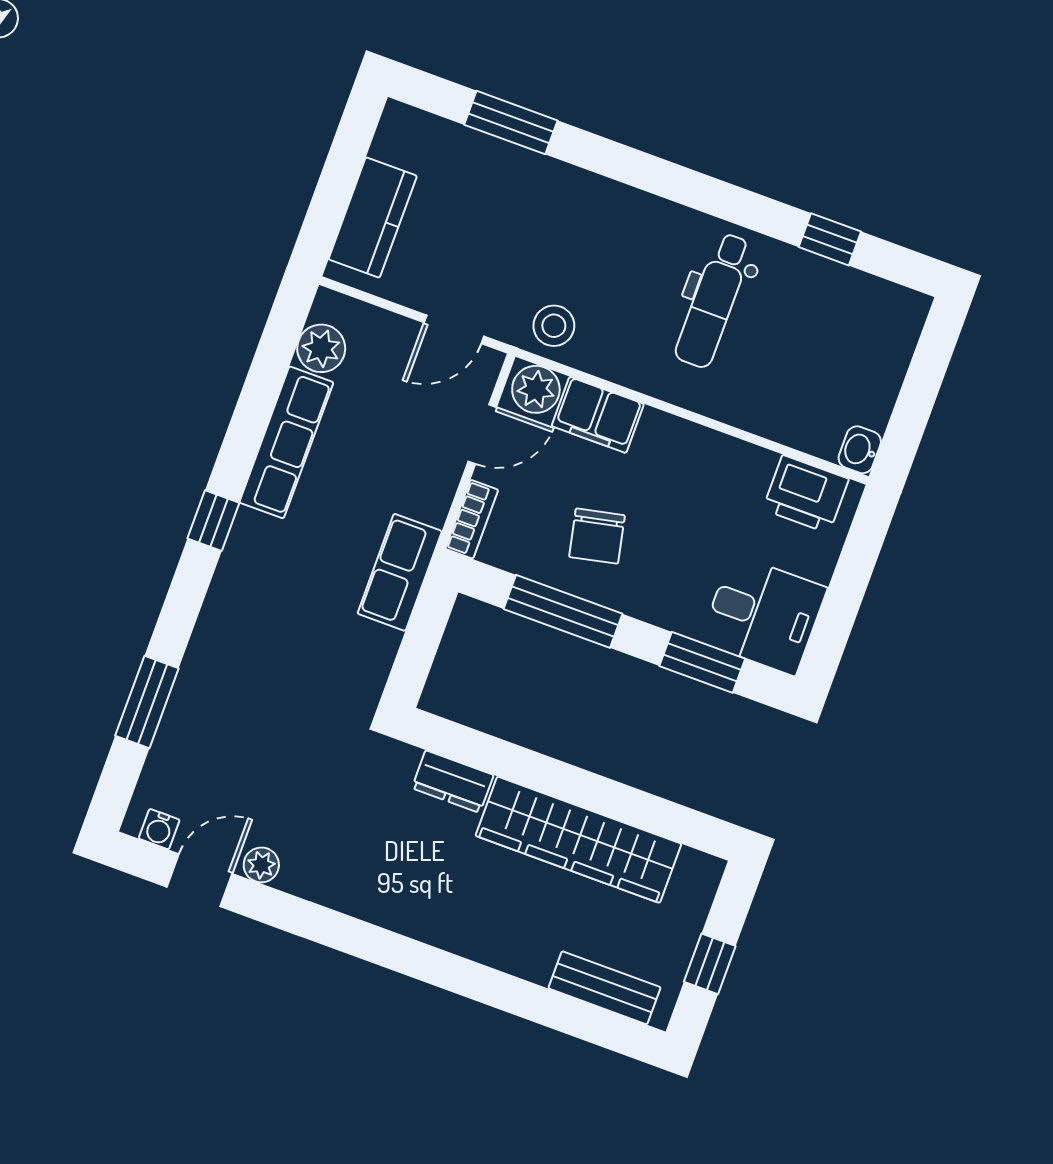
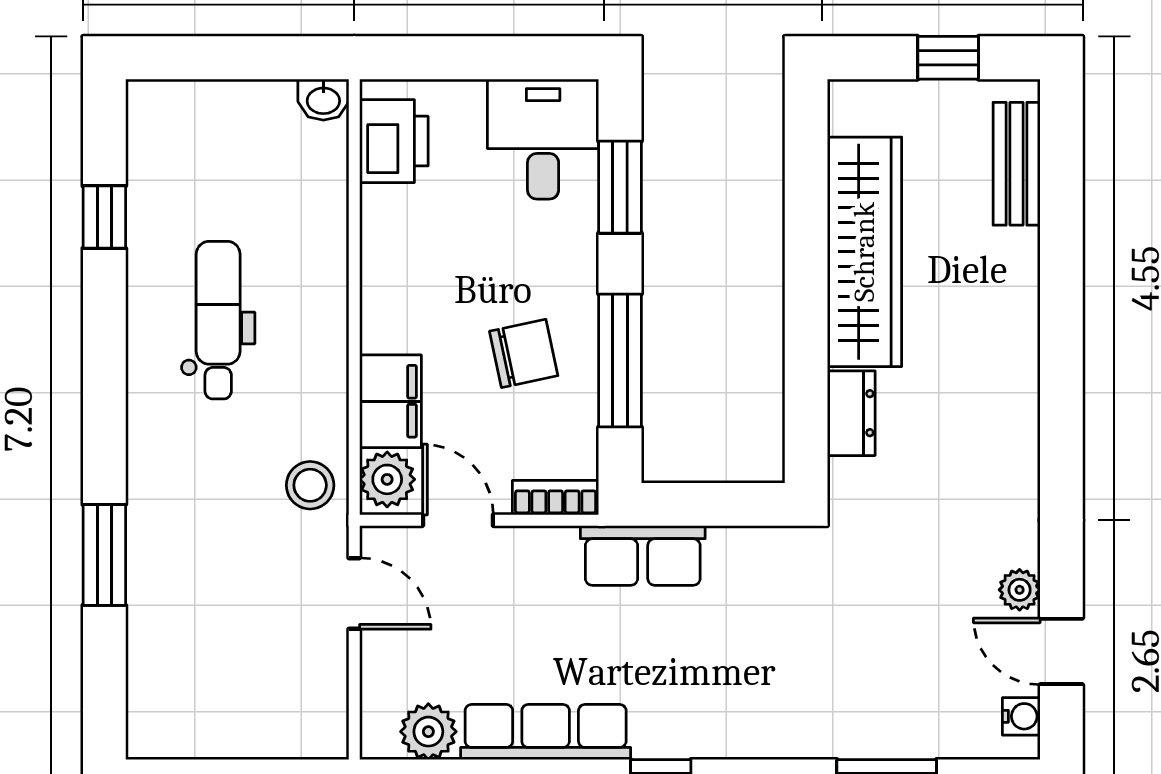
window: (511, 123) -> (104, 555), moved
kitchen counter: (373, 217) -> (264, 728), removed
dental chair: (714, 300) -> (218, 320), turned -90

